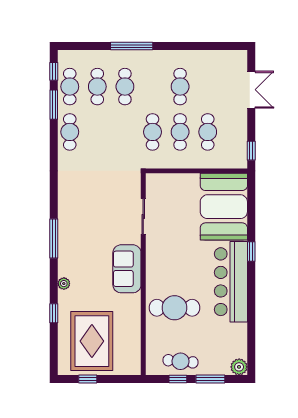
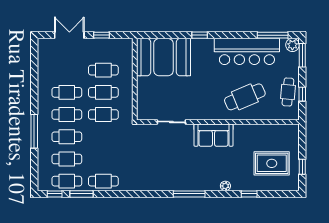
cafe table: (152, 87) -> (67, 115), added
window: (251, 151) -> (101, 35), moved
bar counter: (231, 282) -> (247, 51), moved
cafe table: (174, 308) -> (245, 97), turned 67
rug: (92, 341) -> (272, 163), width x0.73, depth x0.69
window: (251, 342) -> (273, 35), added
window: (210, 379) -> (302, 55), moved

